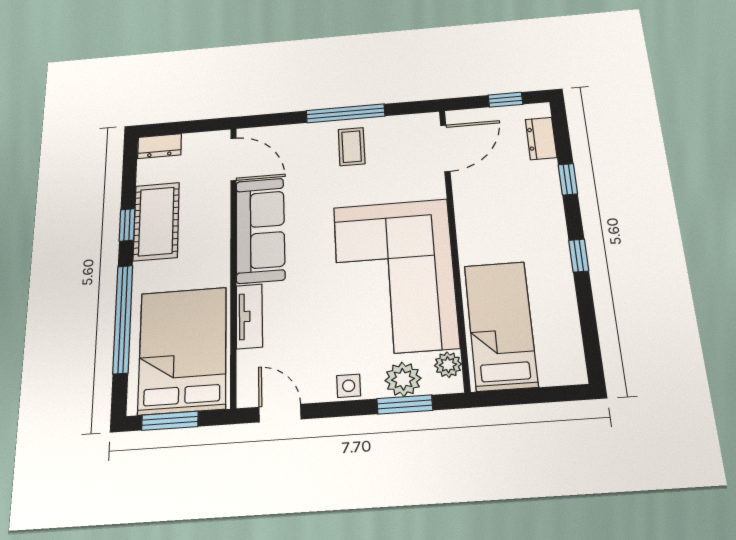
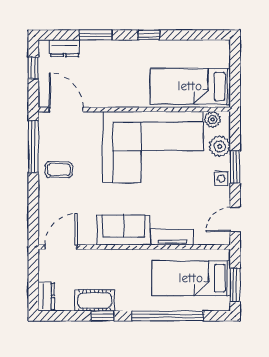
window: (345, 113) -> (33, 147), moved
window: (568, 179) -> (96, 35), width x1.50
cot: (156, 221) -> (95, 301), width x0.73, depth x0.75
sofa: (260, 230) -> (124, 230), width x0.73
bed: (183, 350) -> (191, 278), width x0.67
window: (405, 404) -> (235, 167), moved

